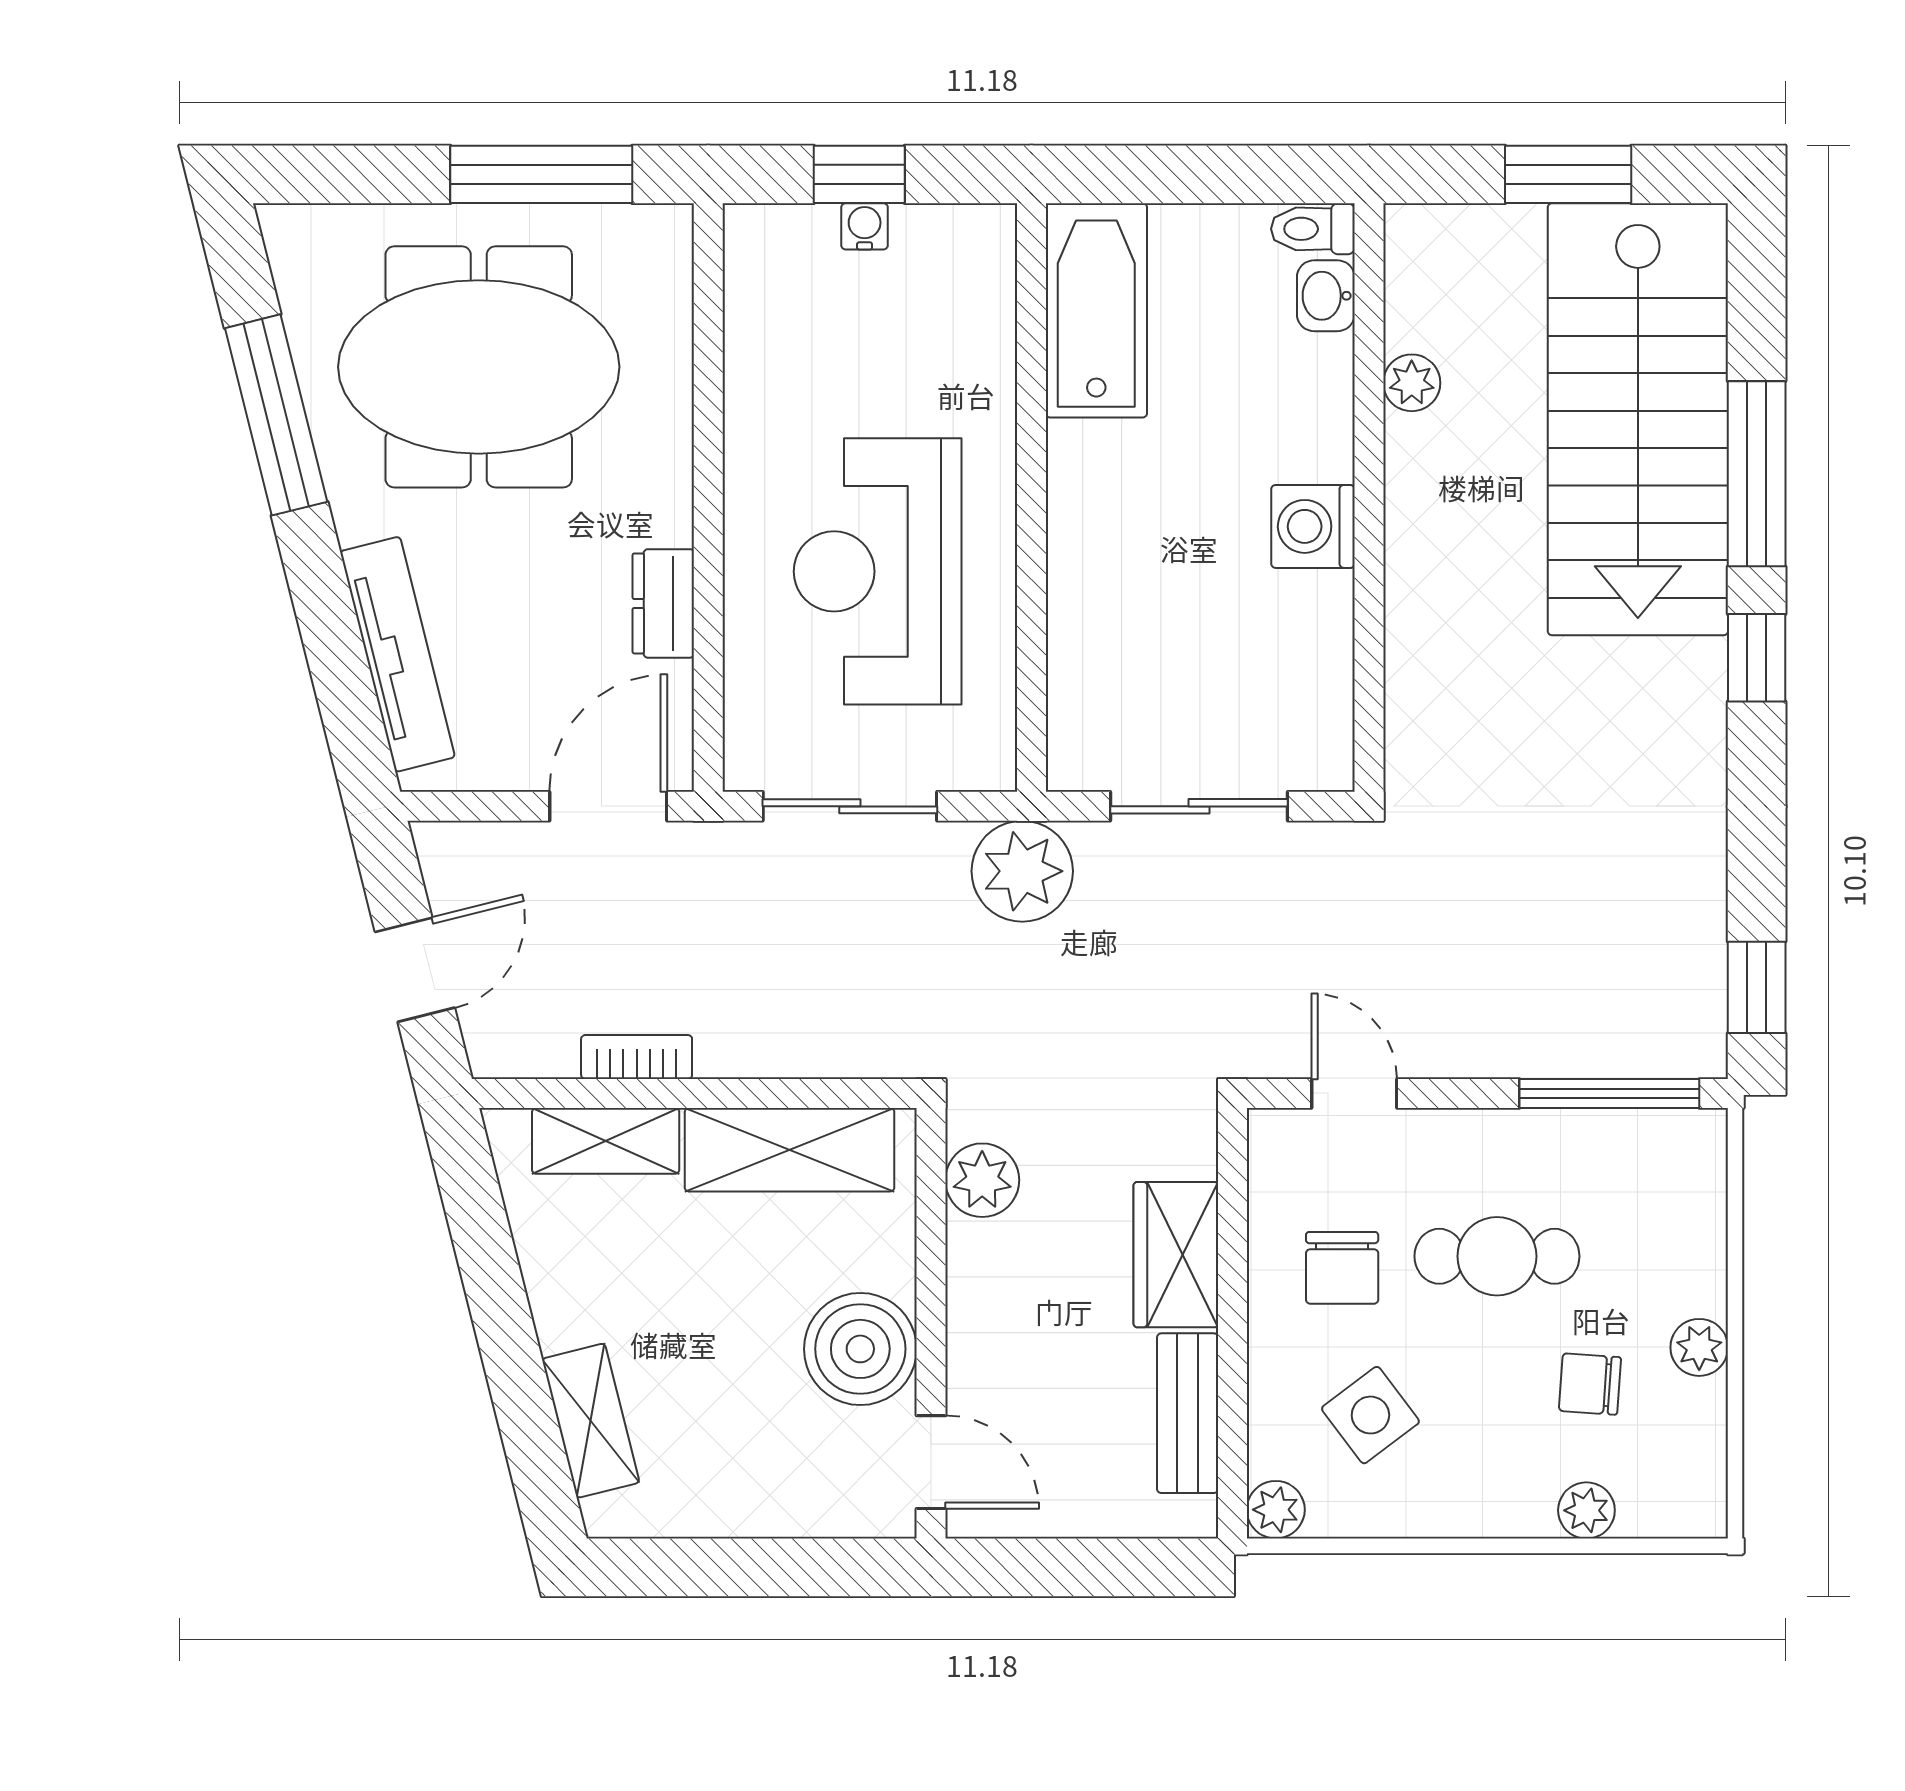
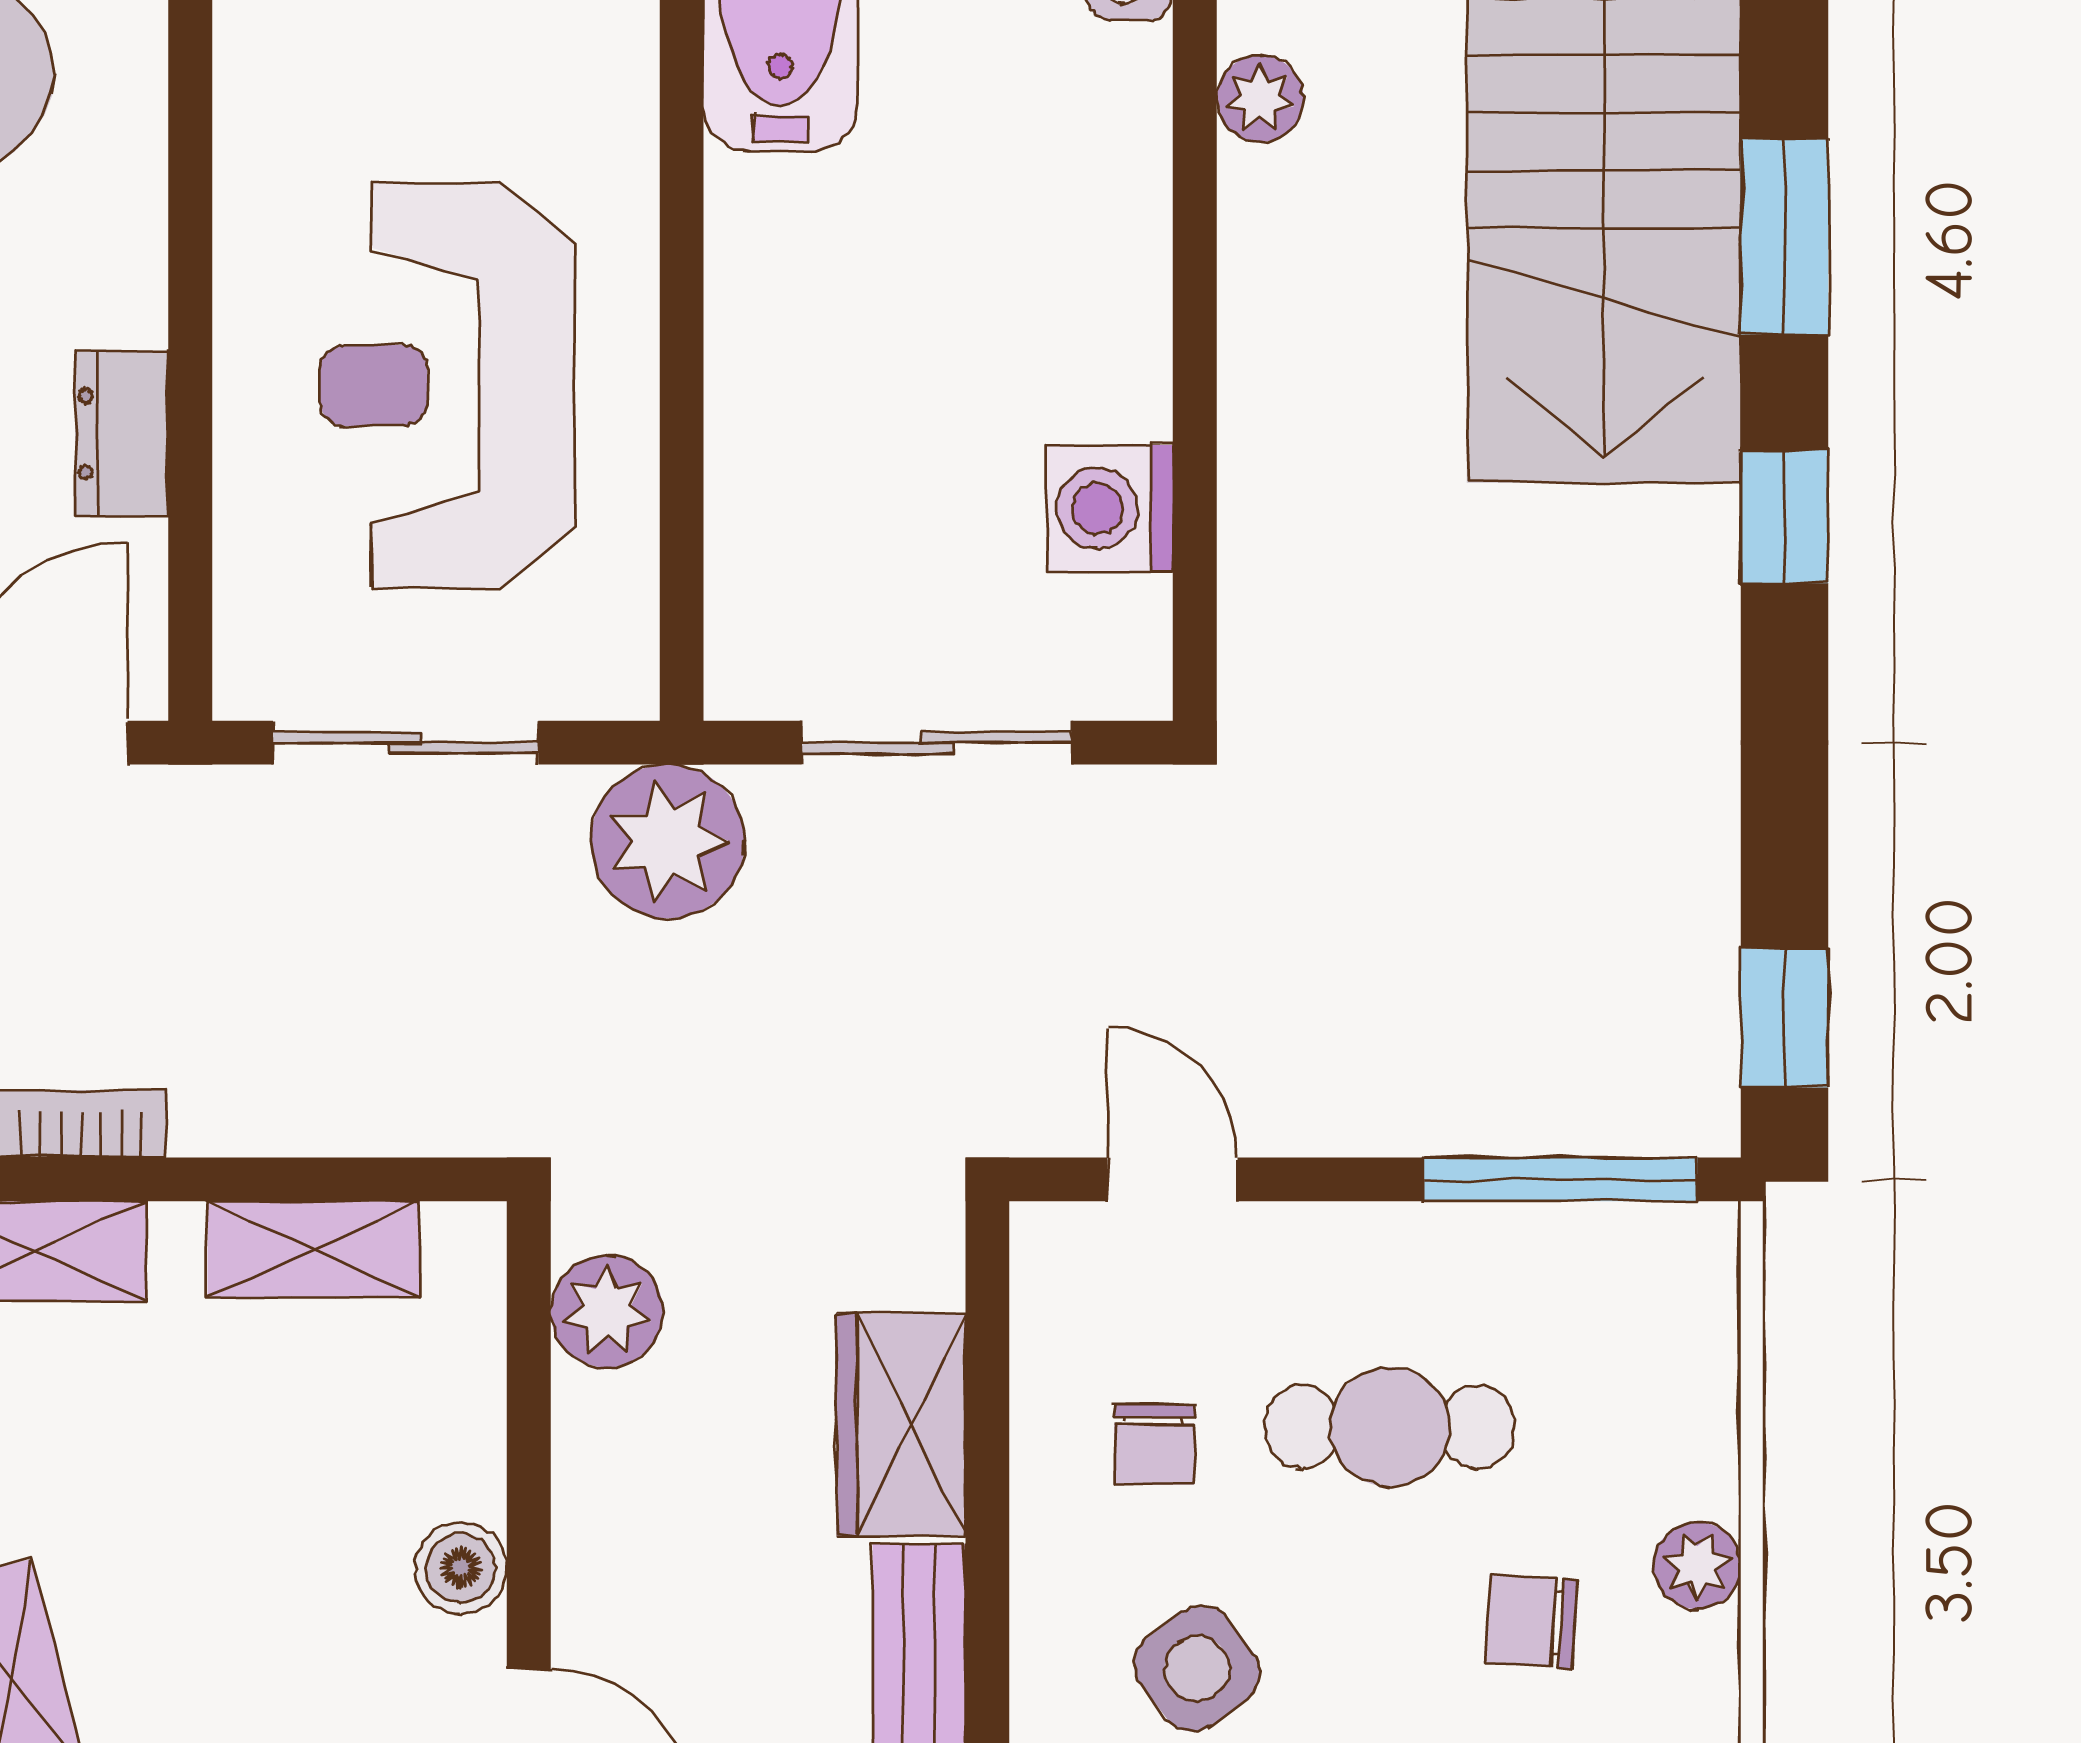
window: (1757, 474) -> (1785, 237), width x0.69
washing machine: (1313, 526) -> (1110, 508), moved
shelving: (790, 1150) -> (314, 1249), width x0.67, depth x0.75
chair: (1342, 1268) -> (1154, 1445), width x0.73, depth x0.73
boiler: (860, 1349) -> (461, 1568), width x0.54, depth x0.54

